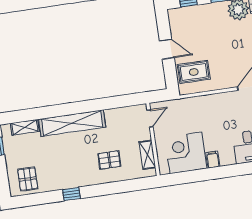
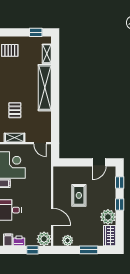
door: (167, 49) -> (99, 162), moved
rug: (194, 72) -> (79, 195), moved

